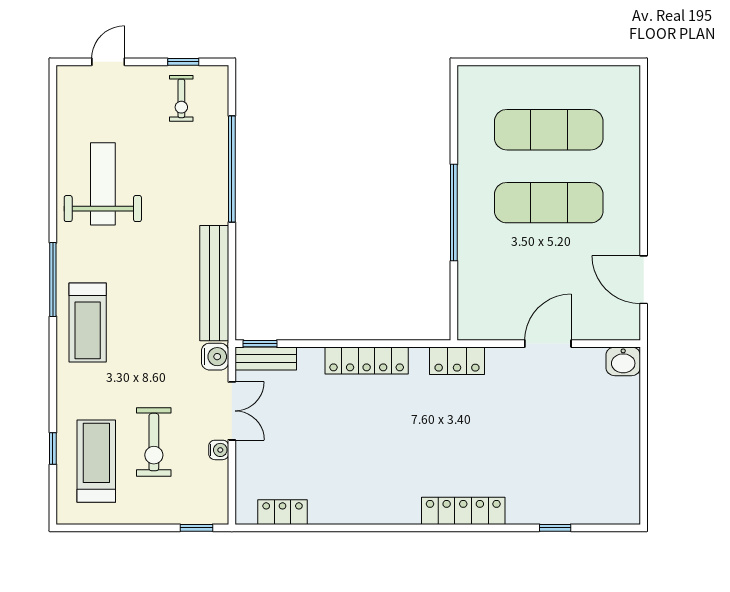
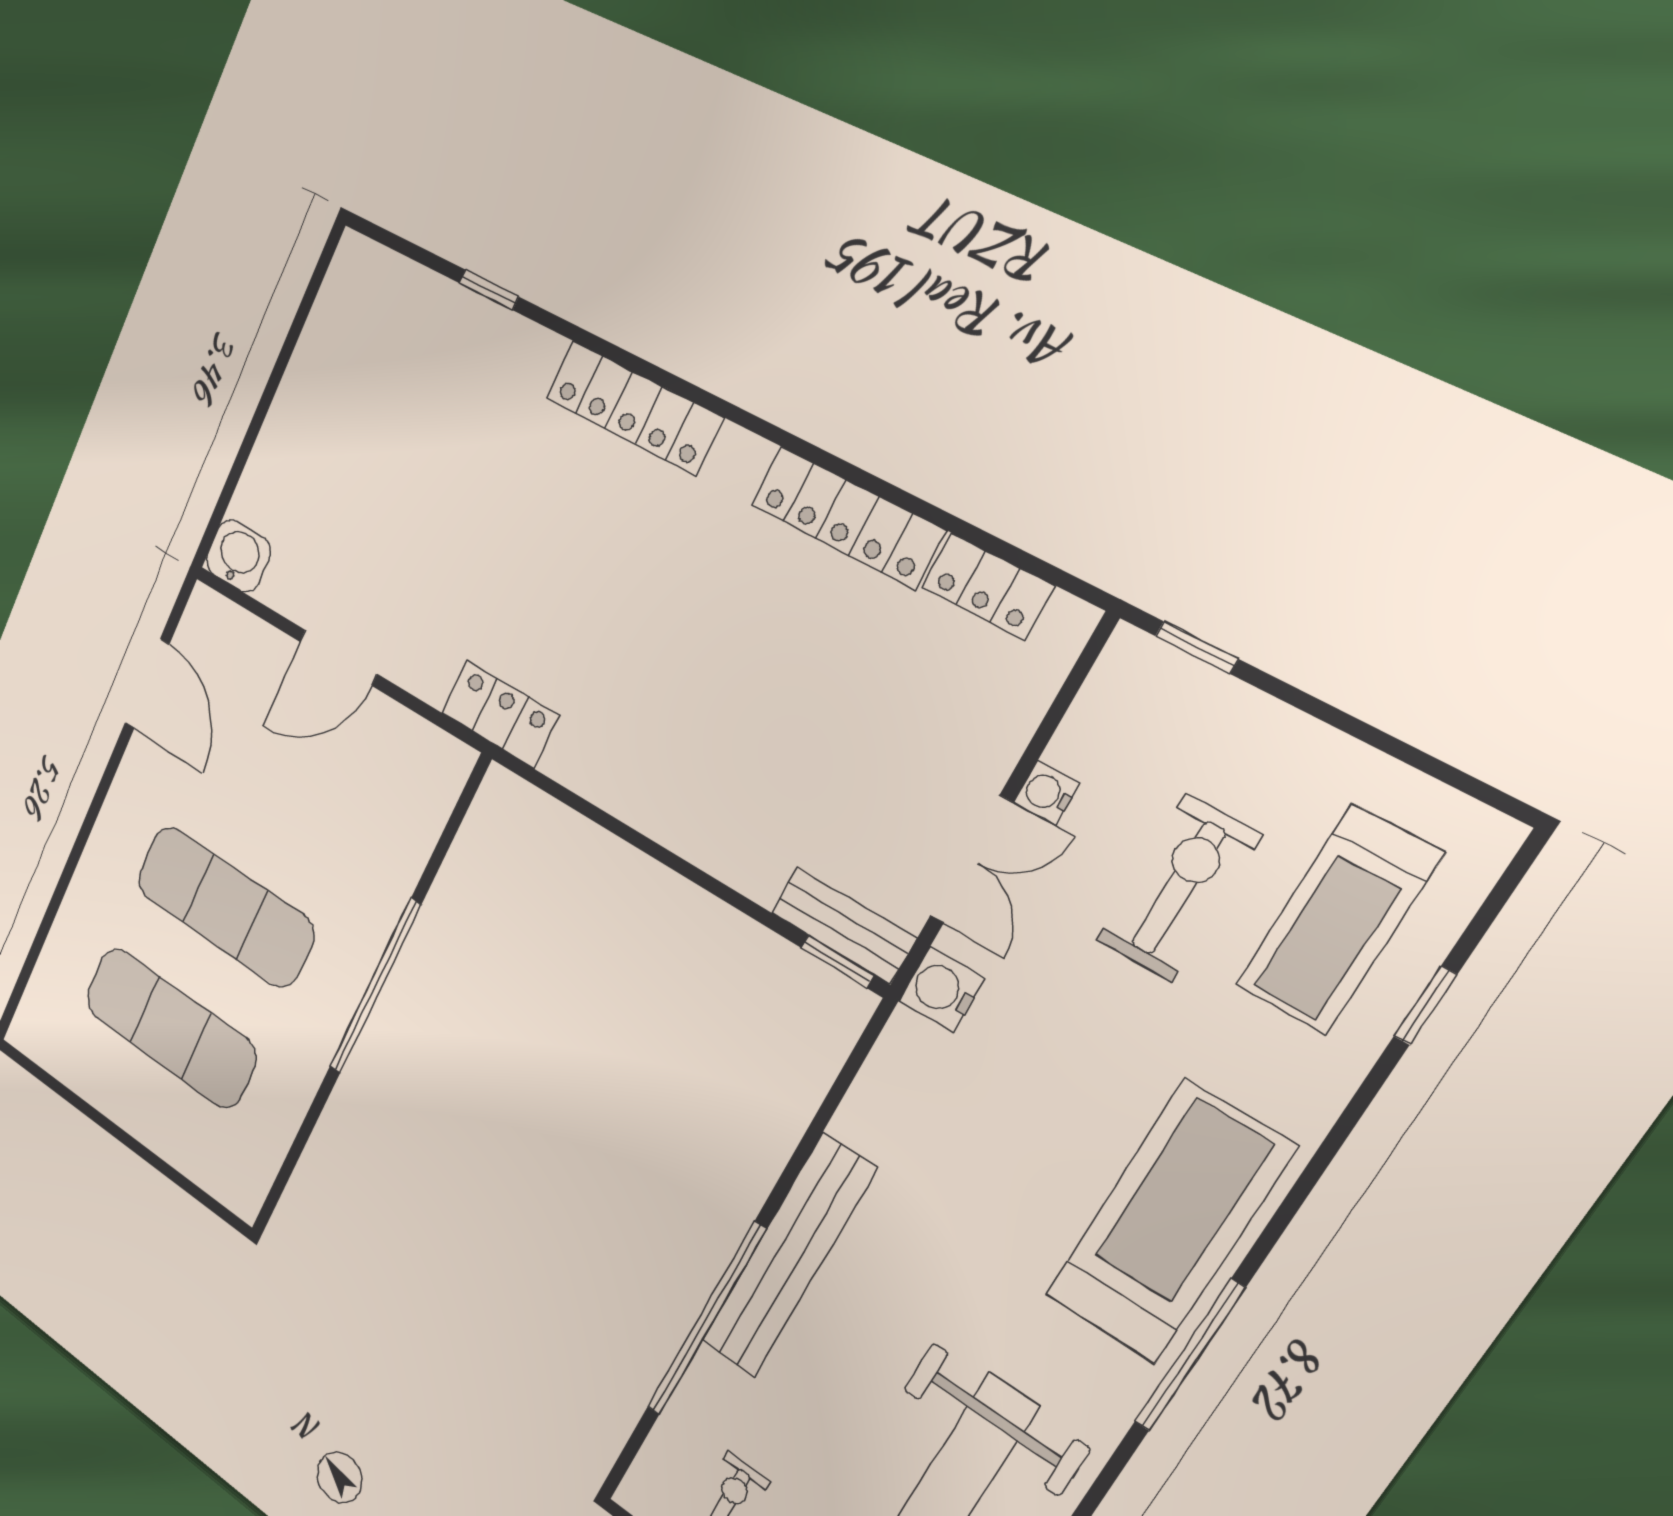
bench: (214, 283) -> (788, 1256), moved
treadmill: (88, 323) -> (1169, 1222), width x1.37, depth x1.38
locker: (367, 361) -> (847, 517), moved, turned 180
double door: (232, 411) -> (971, 860), swing flipped

